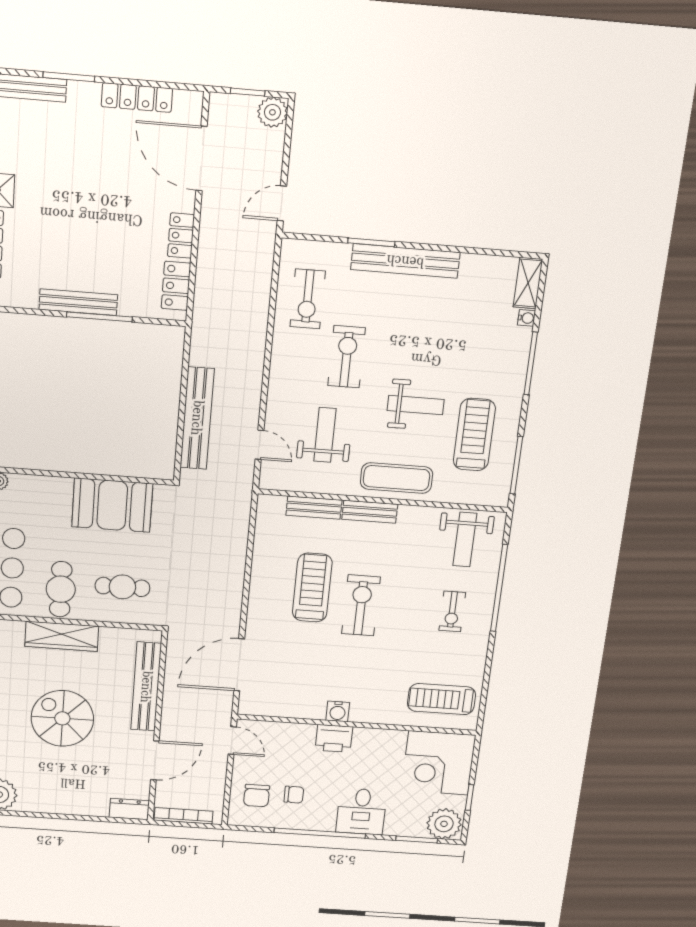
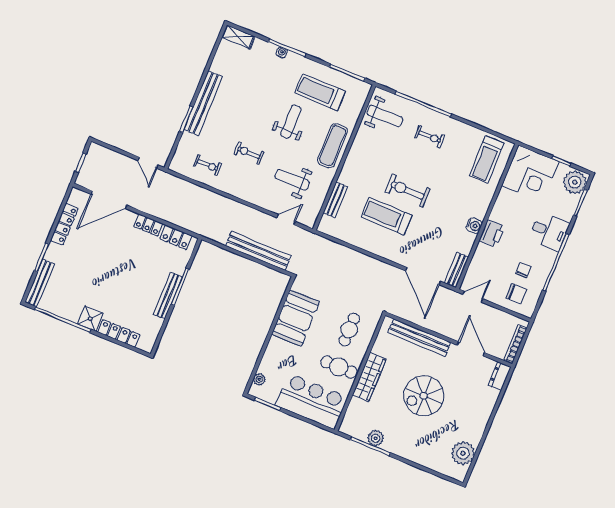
plant: (272, 112) -> (96, 152), removed
exercise bike: (308, 299) -> (208, 165), width x0.73, depth x0.72
water cooler: (526, 318) -> (282, 53), moved
exercise bike: (347, 357) -> (249, 153), width x0.73, depth x0.72
bench: (370, 512) -> (456, 270), moved

